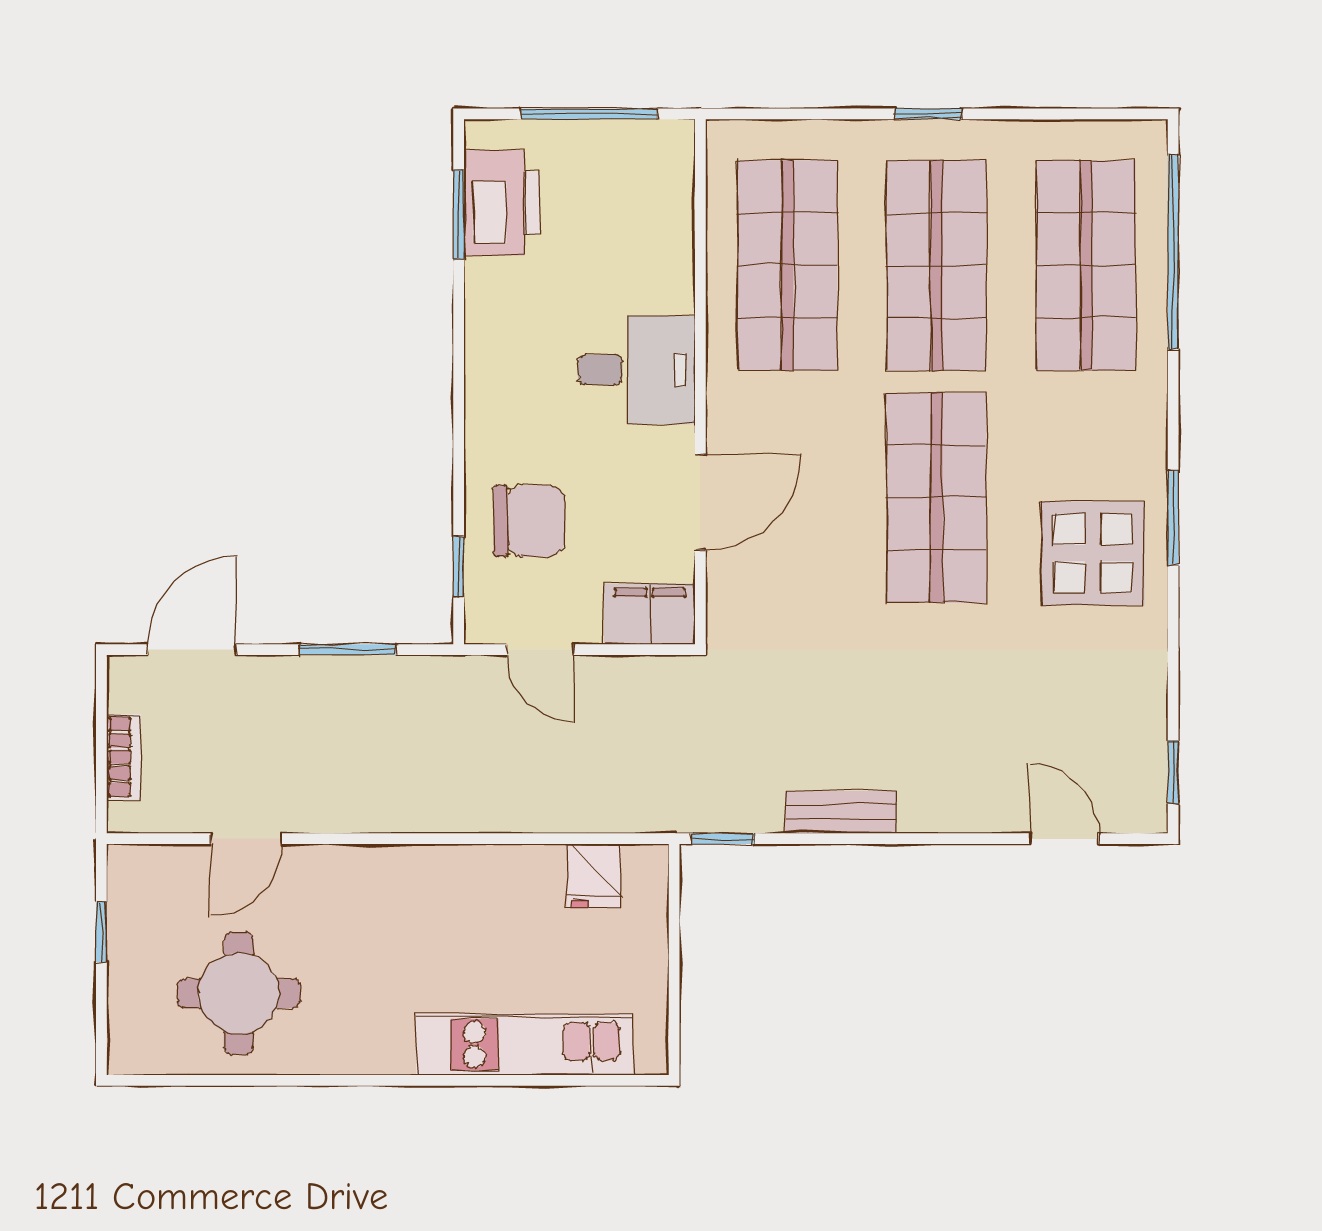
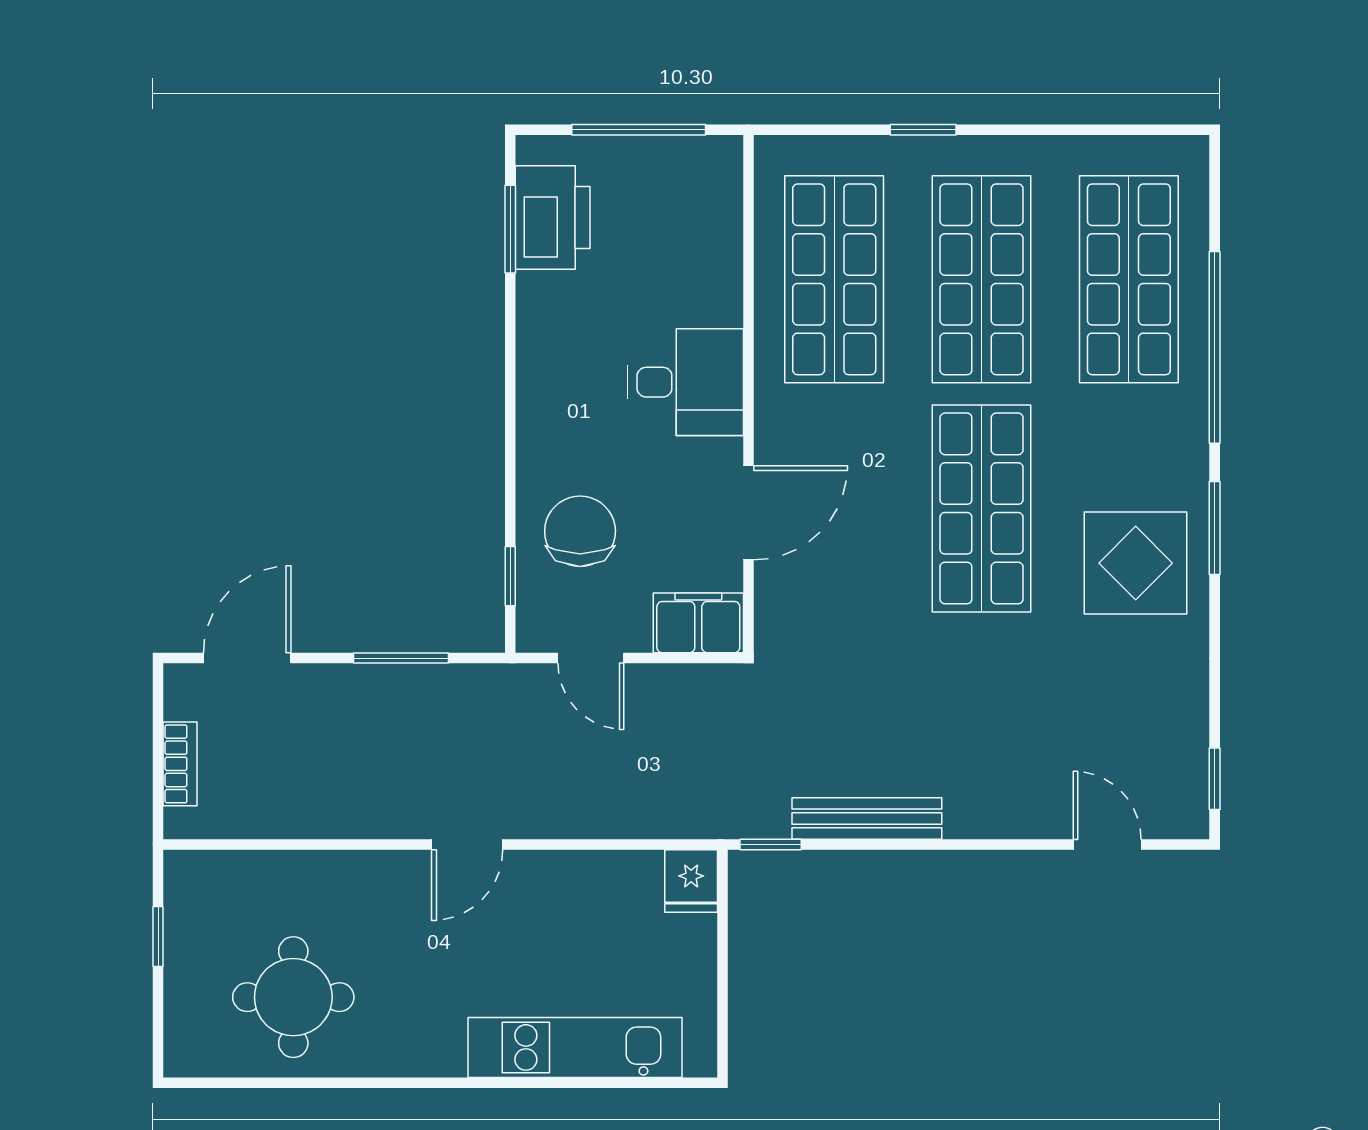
window: (928, 114) -> (923, 130), moved
window: (1173, 252) -> (1215, 347), moved
chair: (529, 521) -> (580, 531), turned -90
bench: (841, 812) -> (867, 818), width x1.36
door: (246, 839) -> (467, 845), moved
fridge: (594, 876) -> (691, 881), moved

